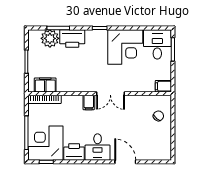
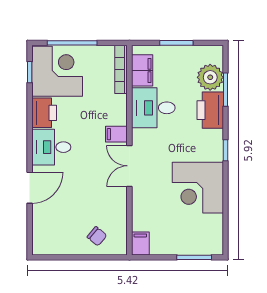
desk: (157, 44) -> (153, 108), moved, turned 180

